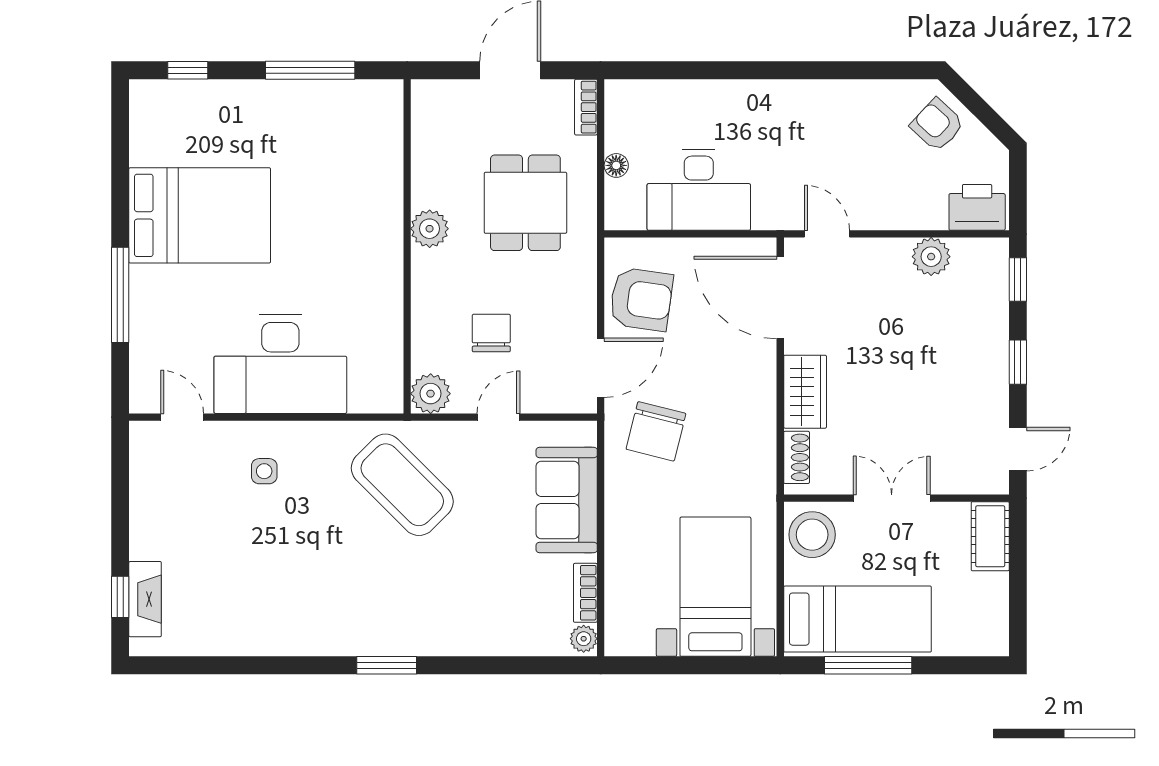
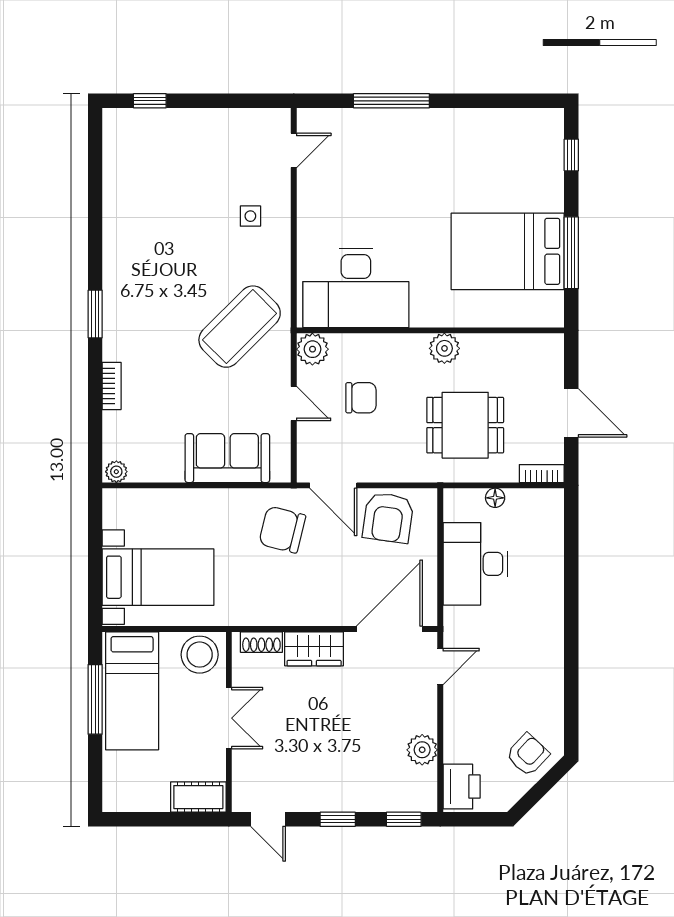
bed: (200, 215) -> (508, 251), moved, turned 90
desk: (280, 364) -> (356, 288), moved, turned -90
bookcase: (585, 593) -> (112, 386), moved, turned 90
fireplace: (145, 599) -> (148, 121), removed

